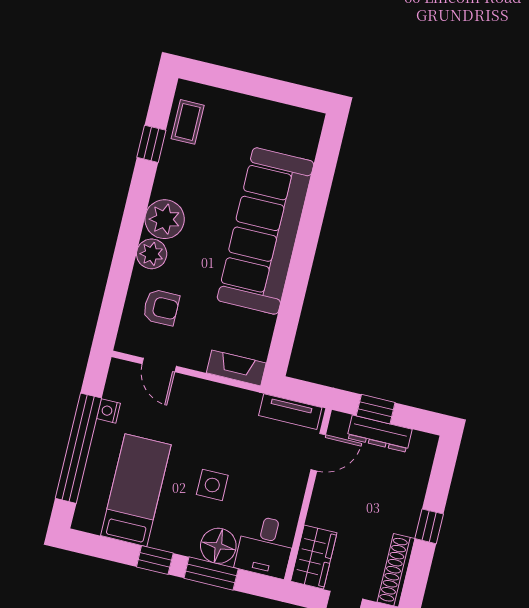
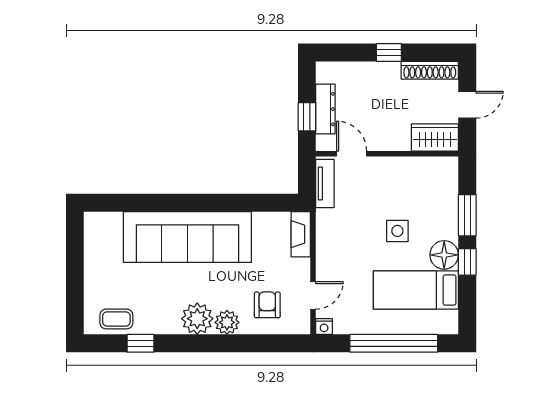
nightstand: (108, 411) -> (324, 327), moved
floor lamp: (218, 546) -> (444, 255), moved
desk: (265, 546) -> (436, 178), removed

